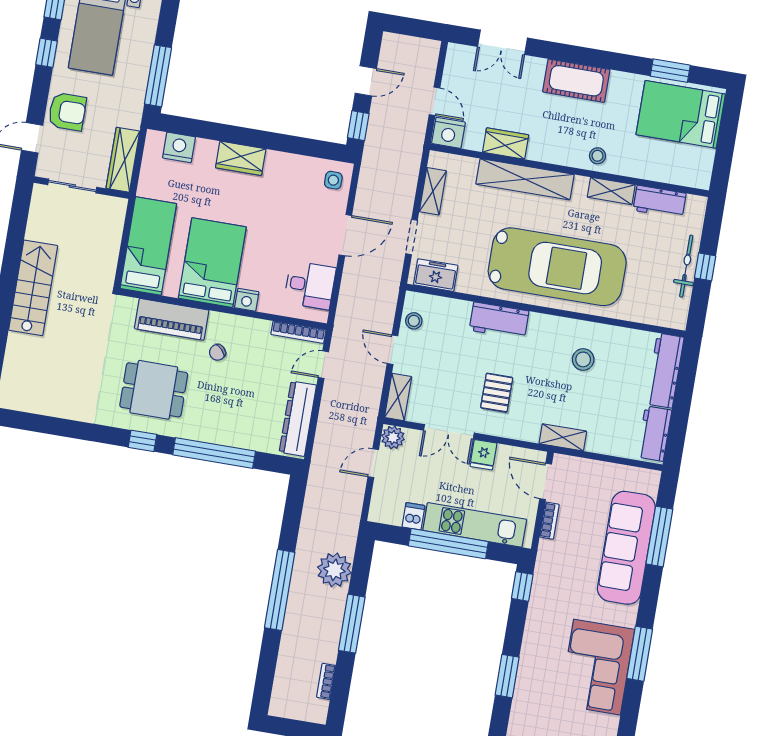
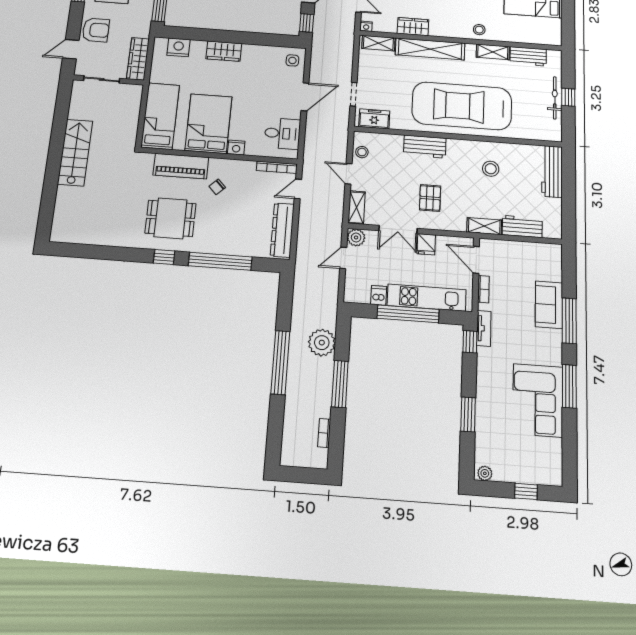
nightstand: (448, 133) -> (366, 26), width x0.53, depth x0.56
shelving: (433, 191) -> (378, 43), moved, turned 90
car: (557, 267) -> (462, 106), turned 180
workbench: (654, 434) -> (522, 227), moved, turned 90
window: (659, 536) -> (569, 321), moved
sofa: (626, 548) -> (549, 305), width x0.54, depth x0.79
tv unit: (543, 571) -> (484, 328), added

